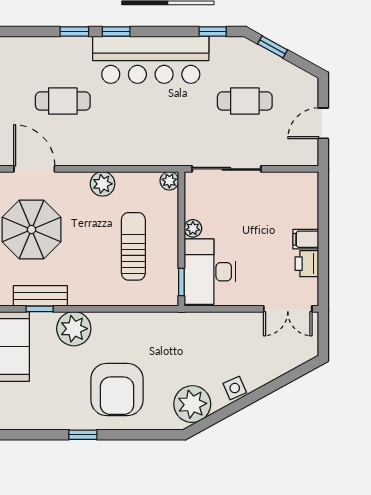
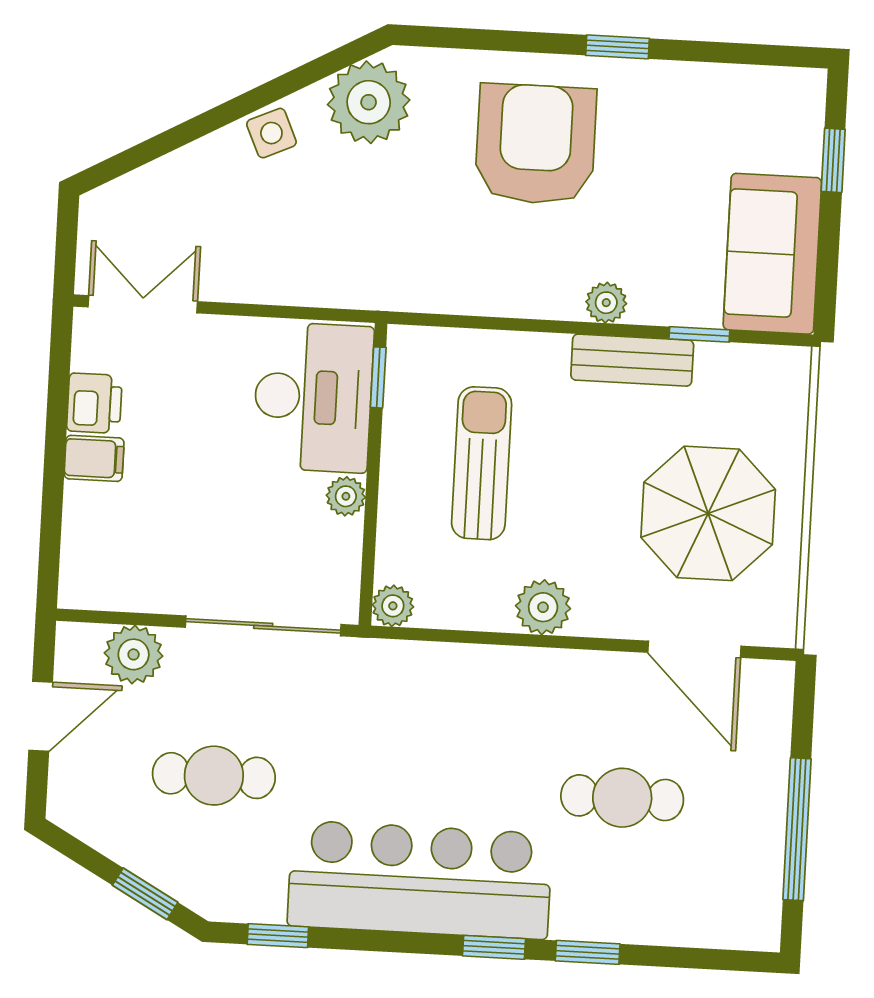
plant: (283, 153) -> (134, 654), added
sun lounger: (133, 246) -> (482, 463), turned 180
bench: (40, 296) -> (632, 360), moved
plant: (74, 329) -> (606, 303), width x0.53, depth x0.53

